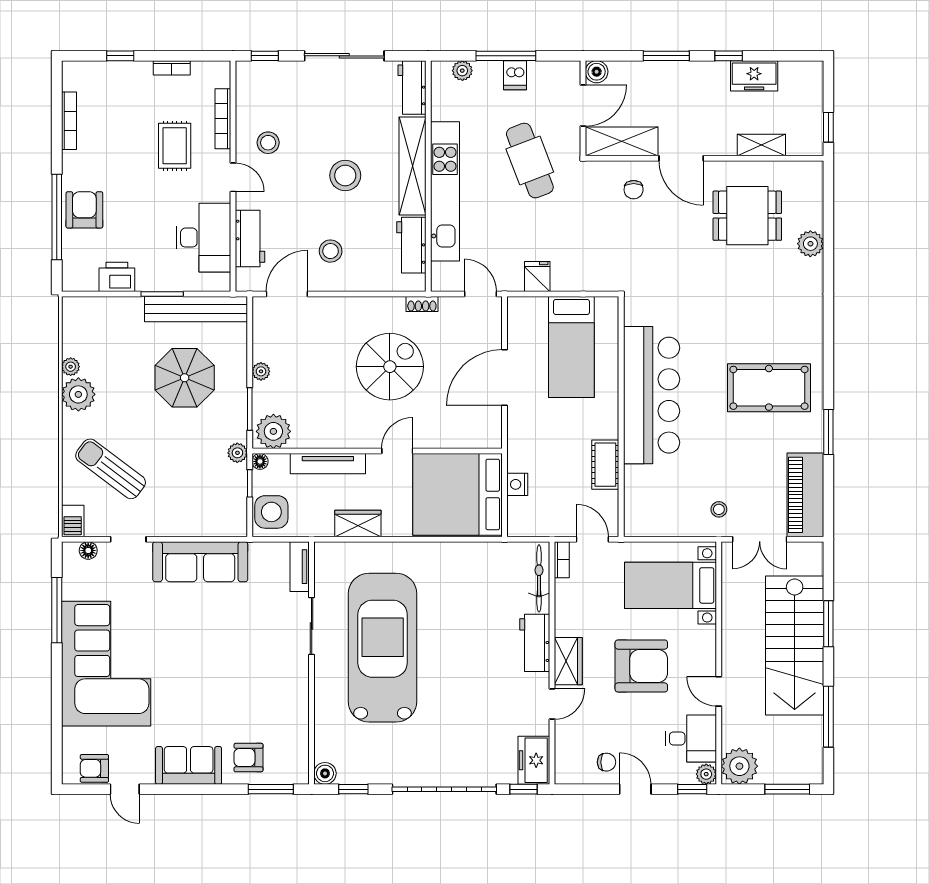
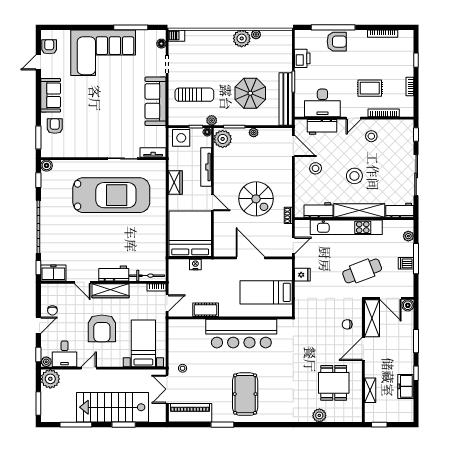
sun lounger: (111, 469) -> (194, 95), moved, turned 53
wardrobe: (568, 661) -> (111, 291), width x1.50

